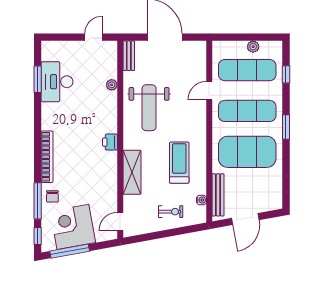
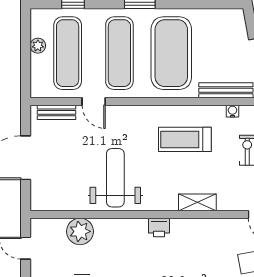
bench: (129, 56) -> (56, 112), moved
plant: (112, 85) -> (80, 231), width x1.88, depth x1.88
weight bench: (149, 108) -> (115, 178), turned -90
shelving: (132, 172) -> (197, 202), width x0.67, depth x0.75

